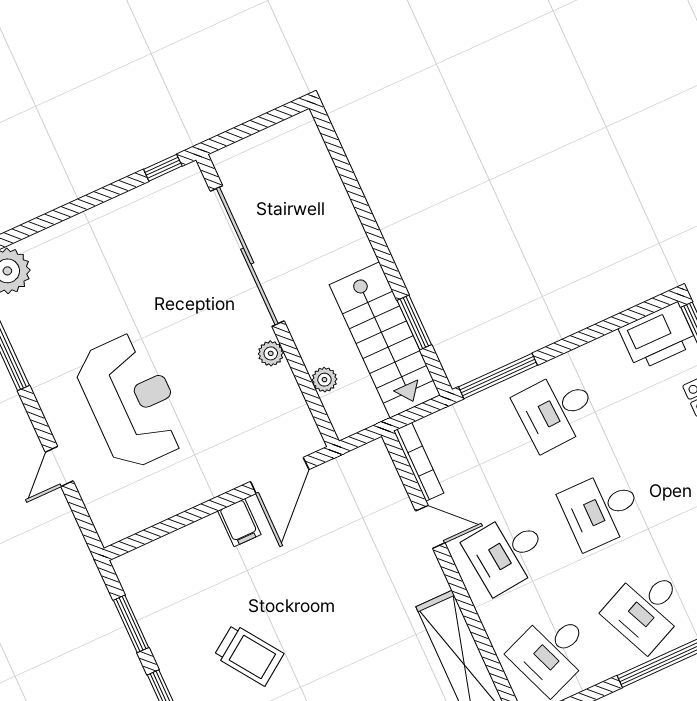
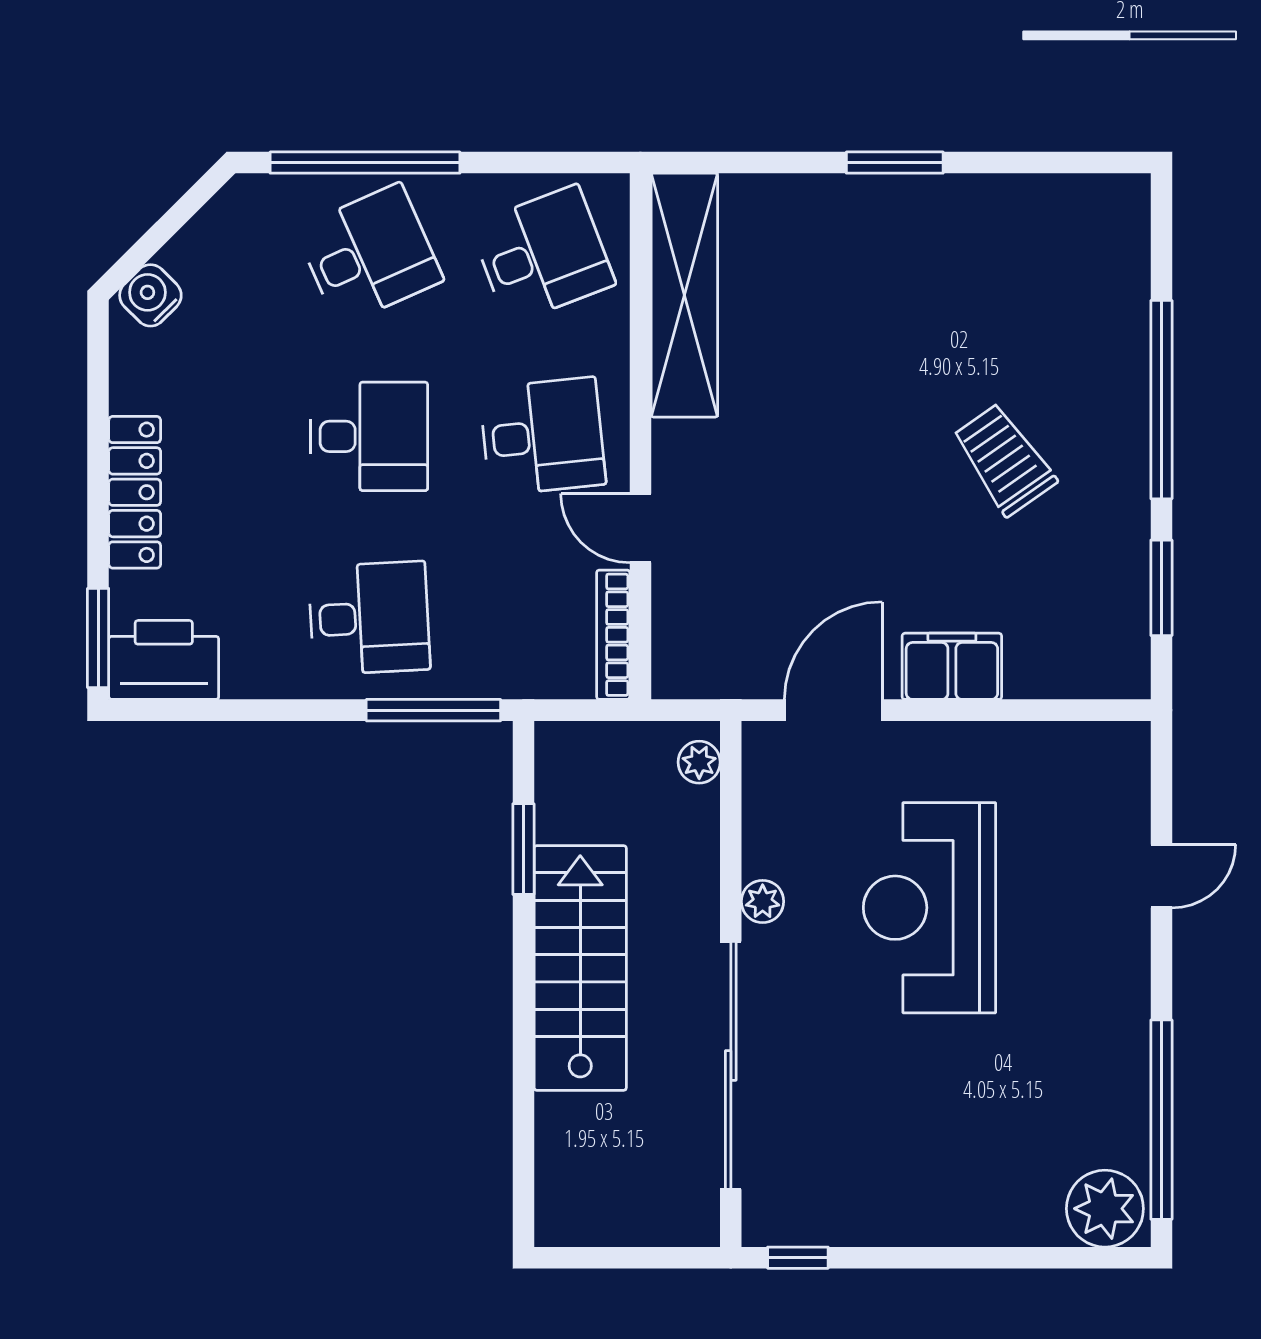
stairs: (385, 340) -> (580, 968), moved
plant: (324, 380) -> (699, 762), moved
reception desk: (131, 401) -> (929, 908), moved
filing cabinet: (239, 523) -> (952, 666), width x2.00

